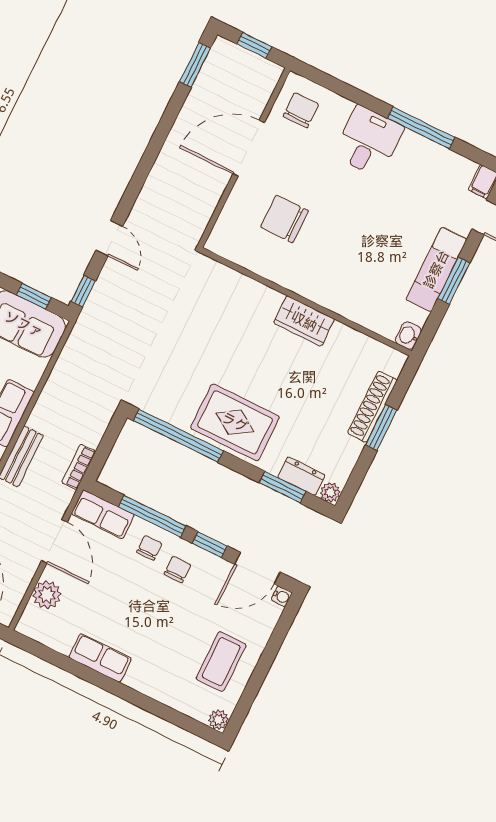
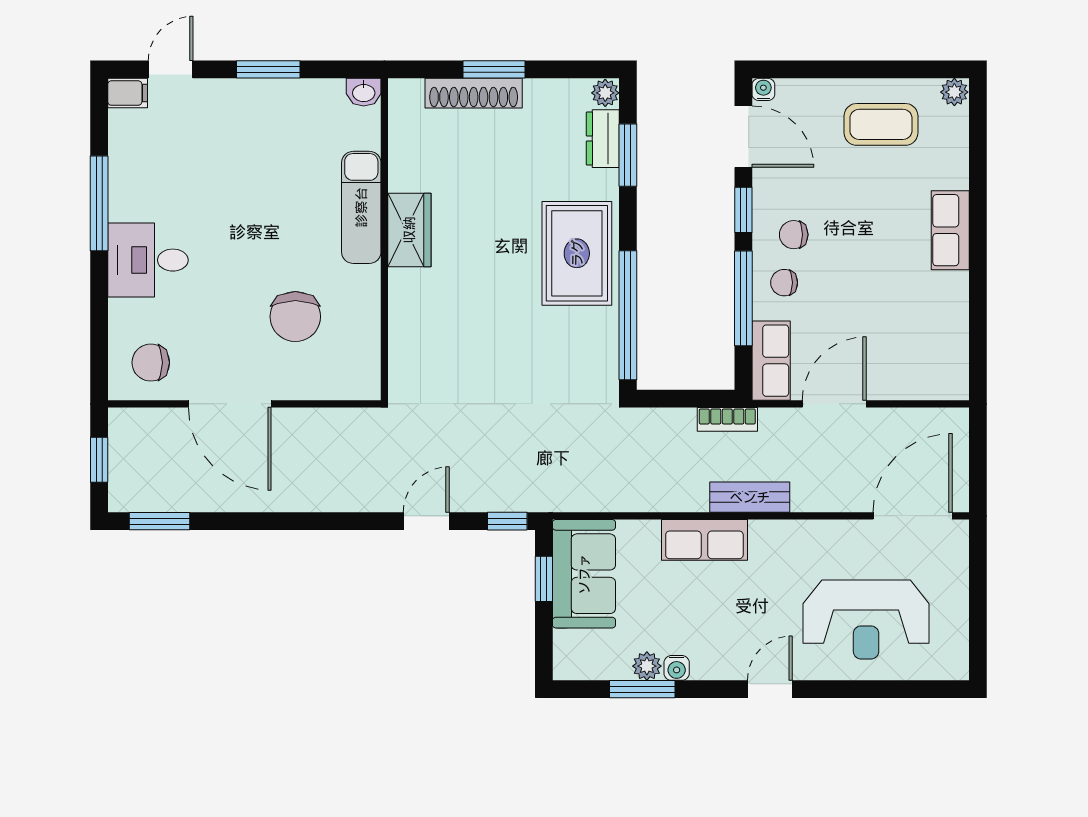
exam couch: (436, 269) -> (361, 207), moved, turned 90
plant: (47, 595) -> (905, 381), removed
row of seats: (100, 658) -> (950, 230), moved

